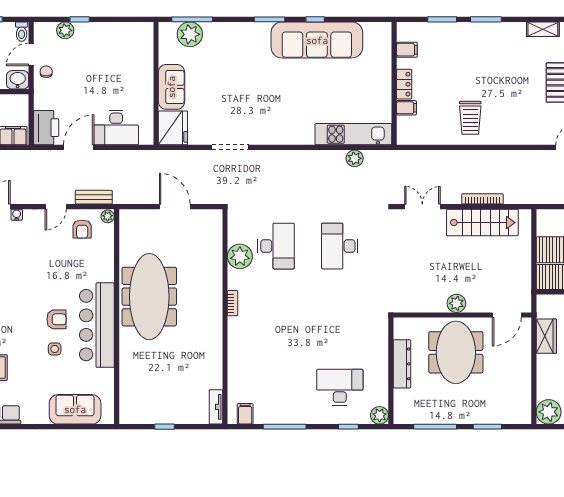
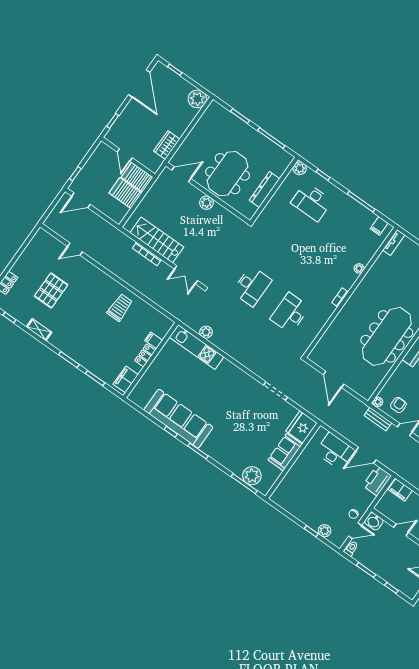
filing cabinet: (407, 50) -> (126, 379), width x2.00
plant: (240, 256) -> (359, 268), moved, width x0.53, depth x0.53

